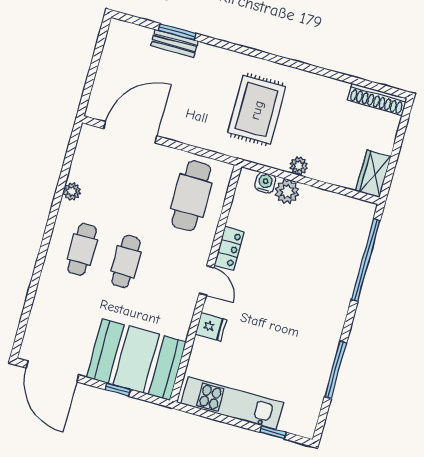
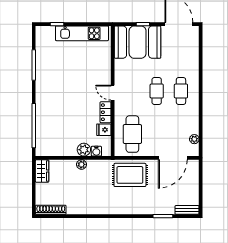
bench: (174, 43) -> (187, 210), moved
rug: (257, 110) -> (130, 175), moved, turned 90
plant: (72, 191) -> (194, 139), moved
fridge: (211, 327) -> (104, 130), moved

